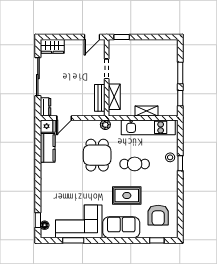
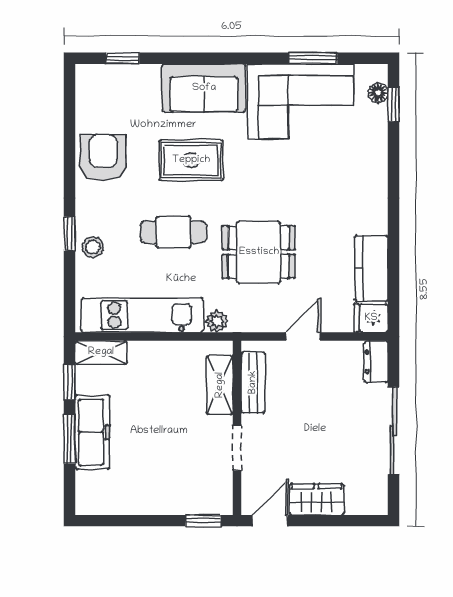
wardrobe: (52, 46) -> (317, 499), moved
freezer: (170, 76) -> (92, 432), added
shelving: (147, 111) -> (101, 352), moved
door: (64, 118) -> (303, 337), moved
plant: (105, 125) -> (217, 321), moved
dining table: (97, 155) -> (259, 252), turned 90
armchair: (158, 215) -> (103, 157), moved

